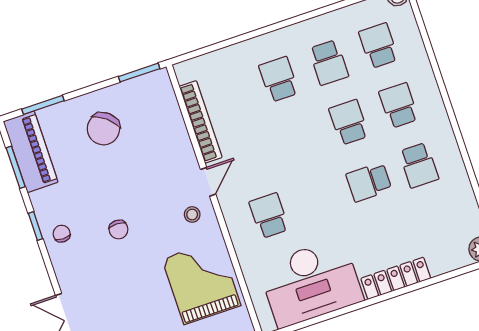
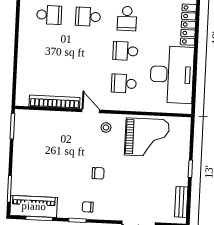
school desk: (279, 79) -> (125, 51), moved
chair: (103, 129) -> (37, 159), removed
grand piano: (201, 282) -> (147, 137), turned 180

